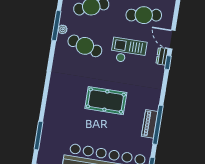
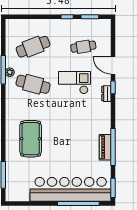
cafe table: (144, 15) -> (83, 47), width x0.73, depth x0.74
dresser: (162, 56) -> (106, 94), moved
pool table: (106, 101) -> (31, 139), moved, turned 90

